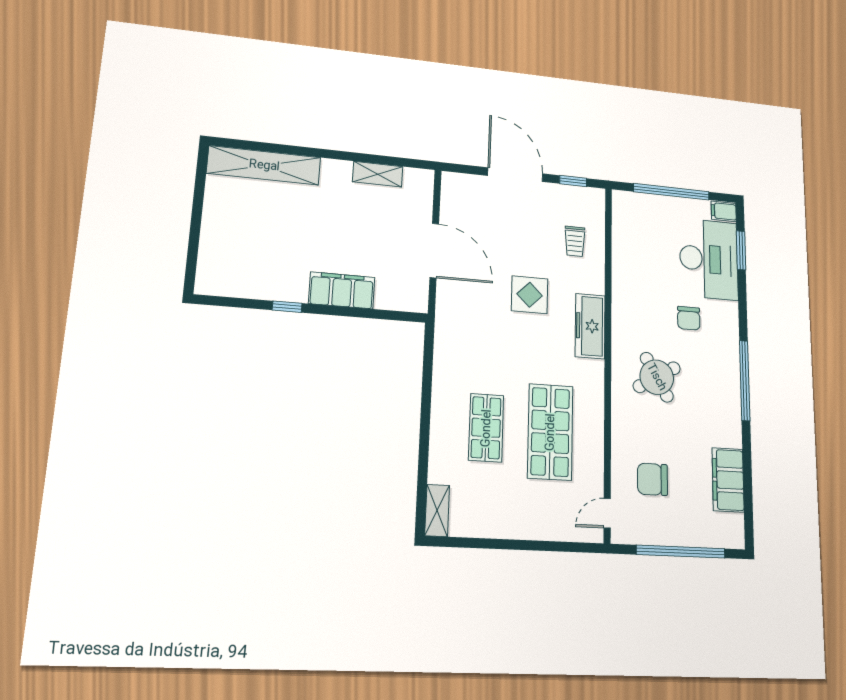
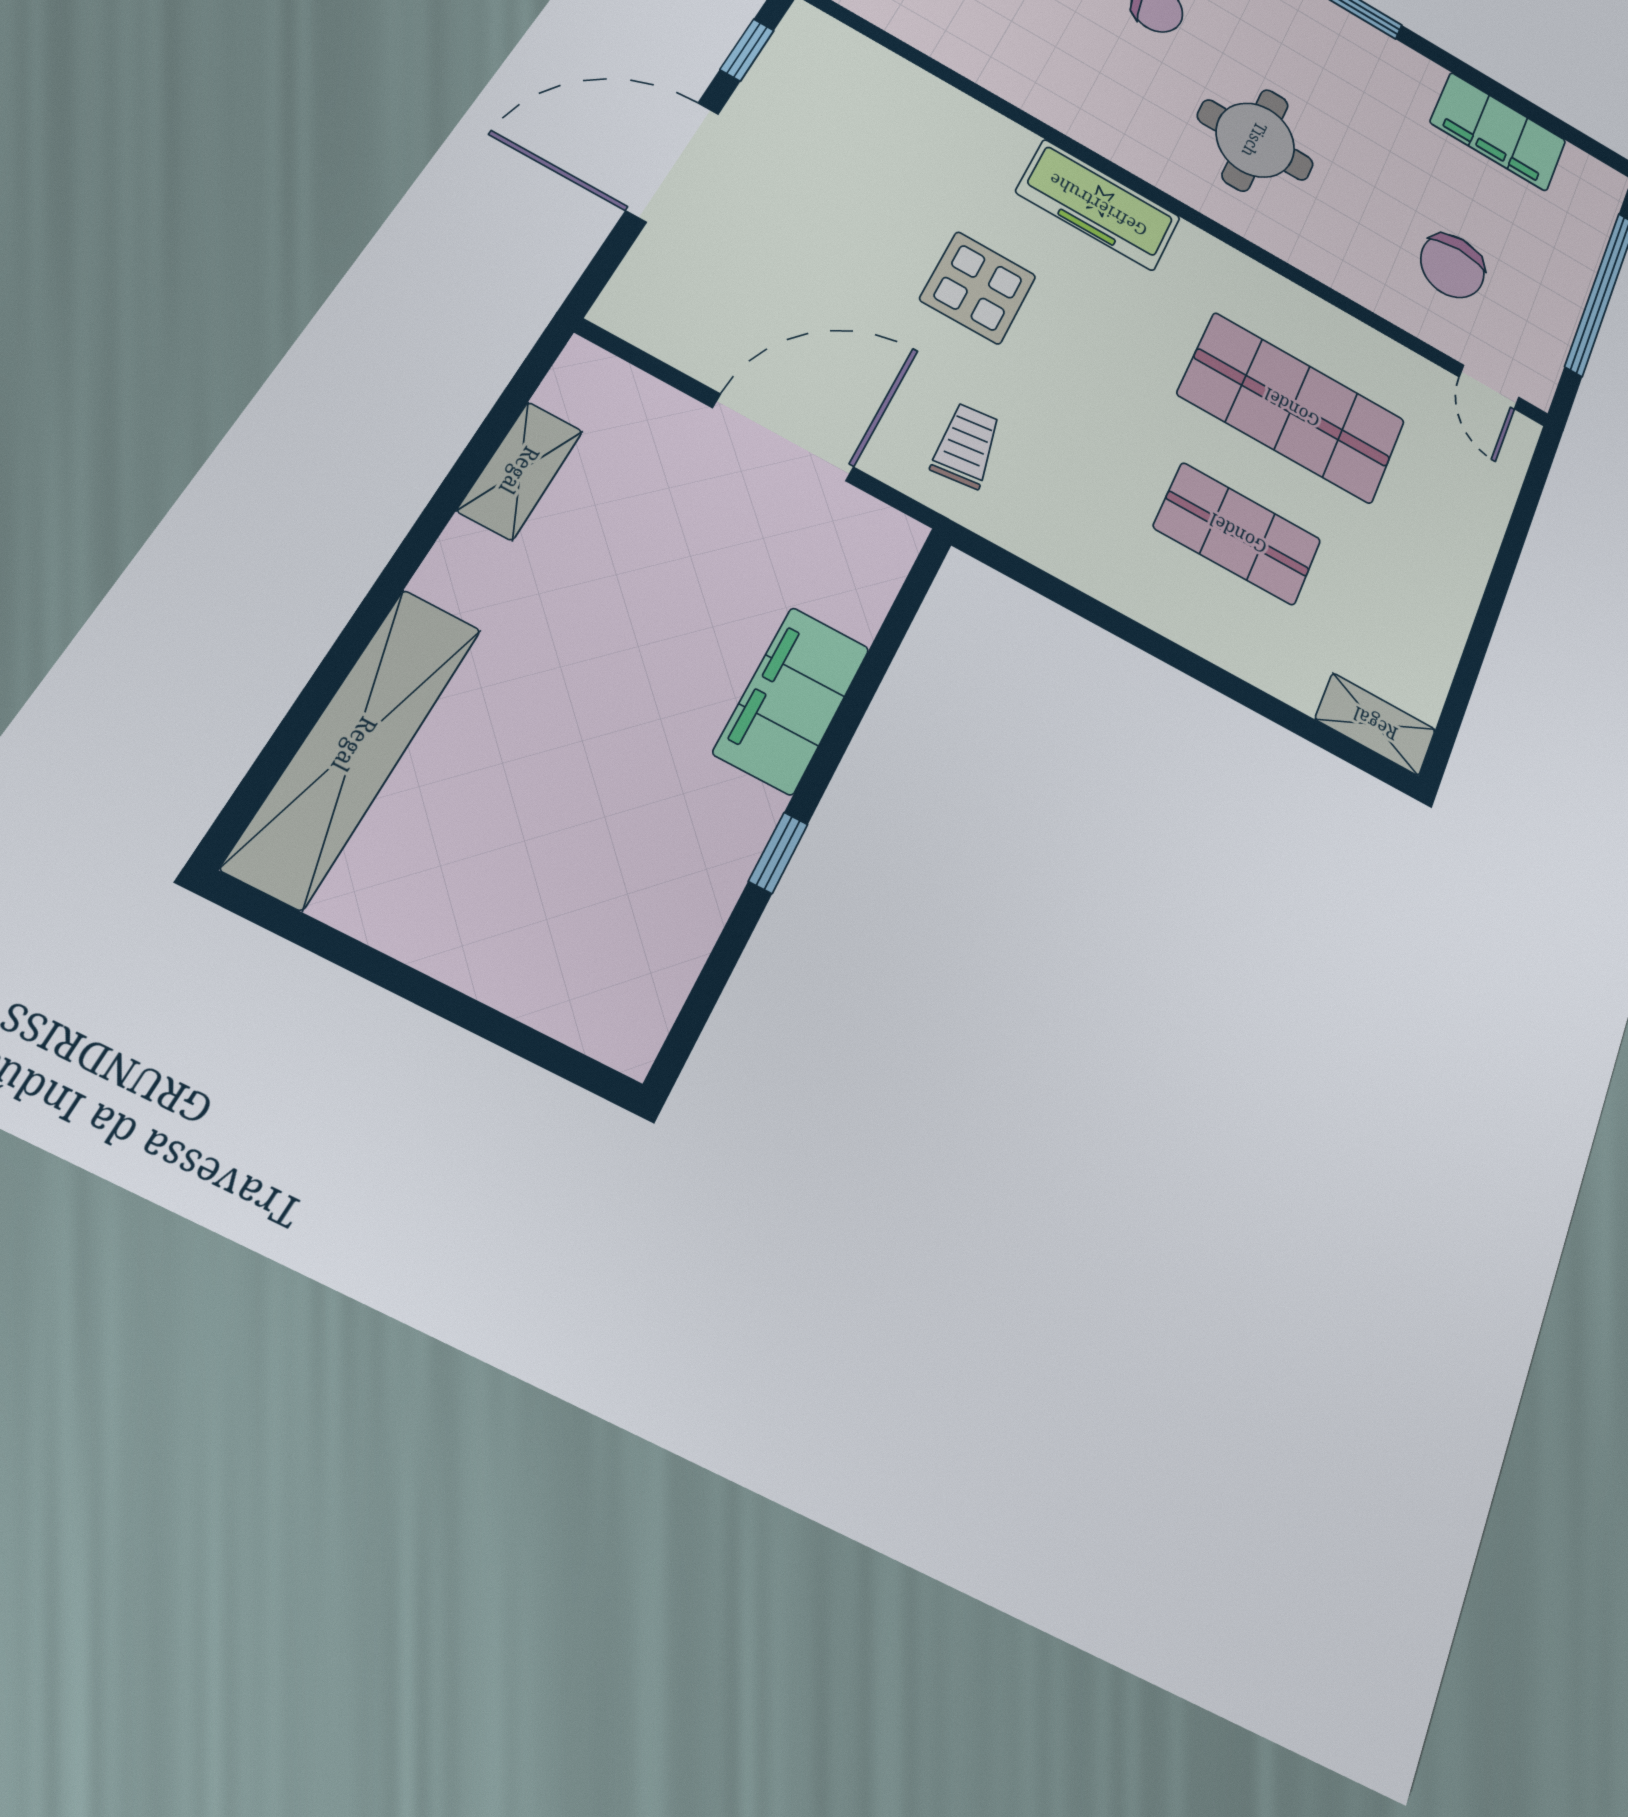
trolley: (575, 241) -> (966, 446), moved, turned -97
round table: (657, 377) -> (1255, 140), turned 30

